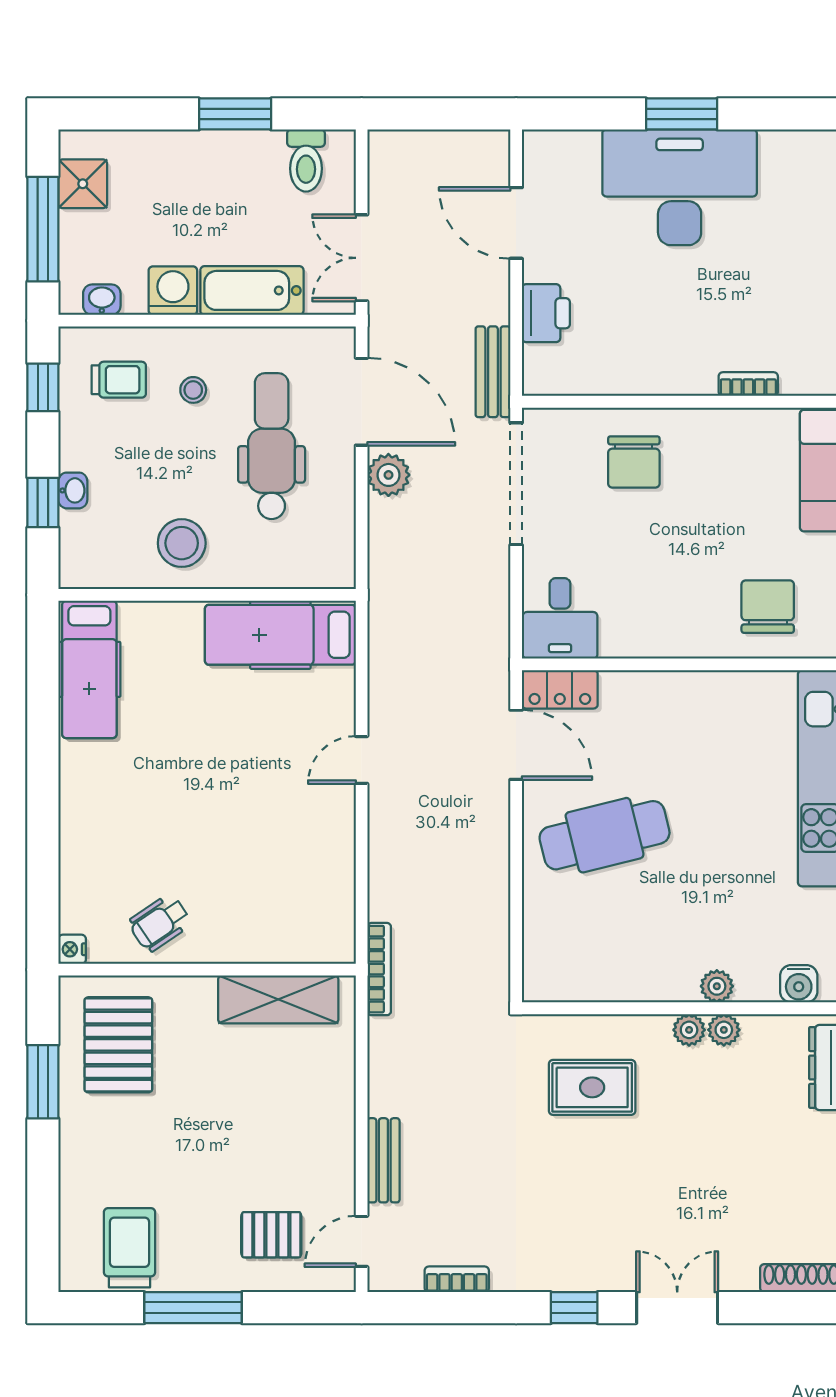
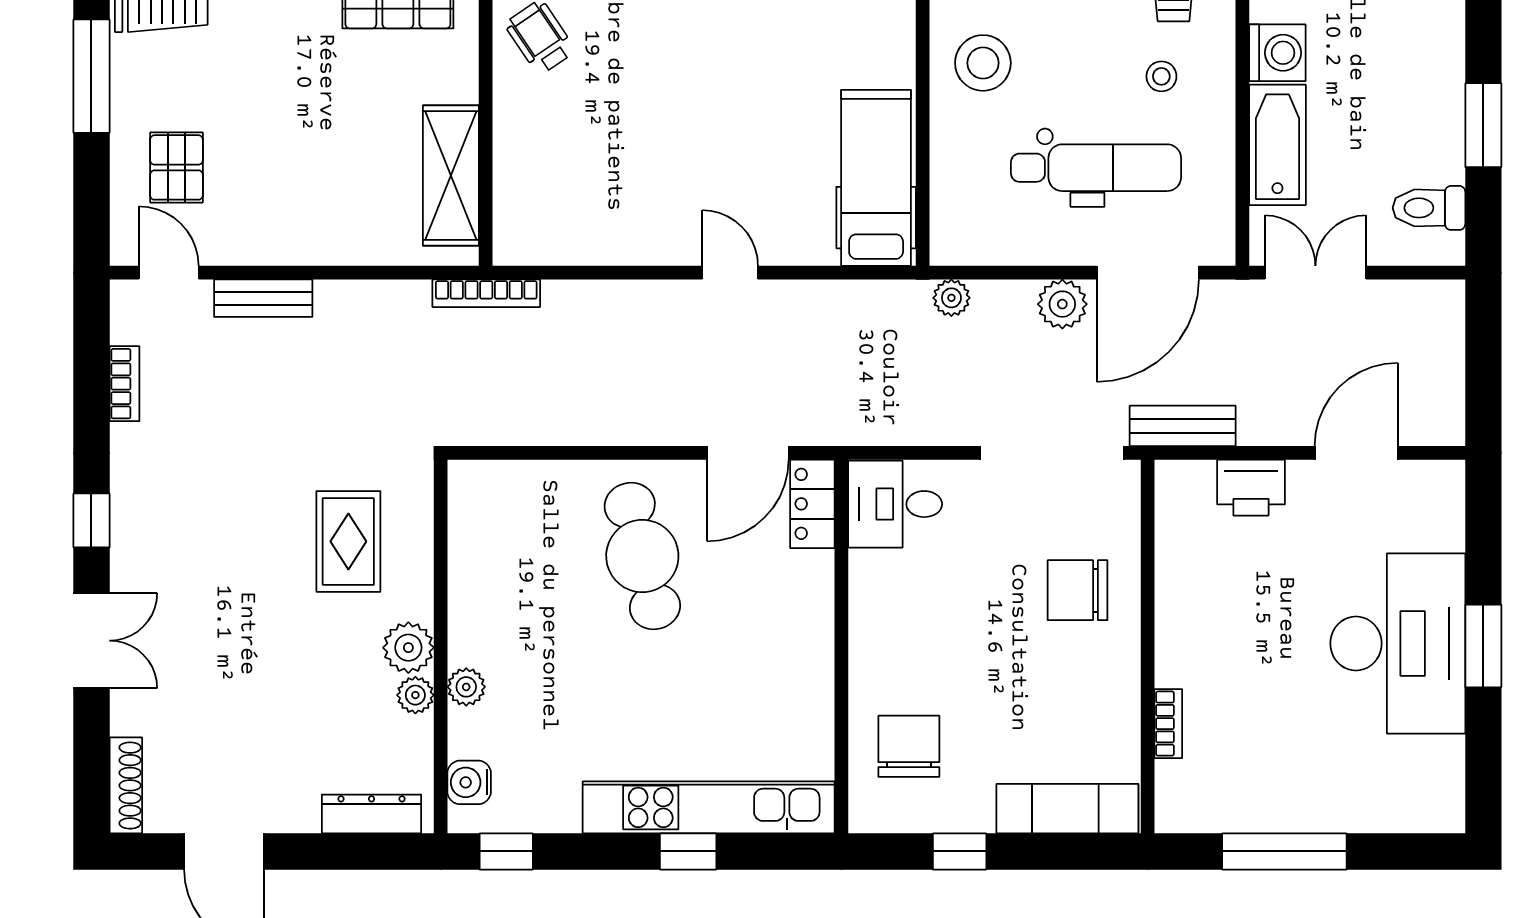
plant: (383, 570) -> (951, 298), added
chair: (768, 607) -> (909, 746), turned -90
plant: (689, 1030) -> (408, 648), width x1.38, depth x1.38

